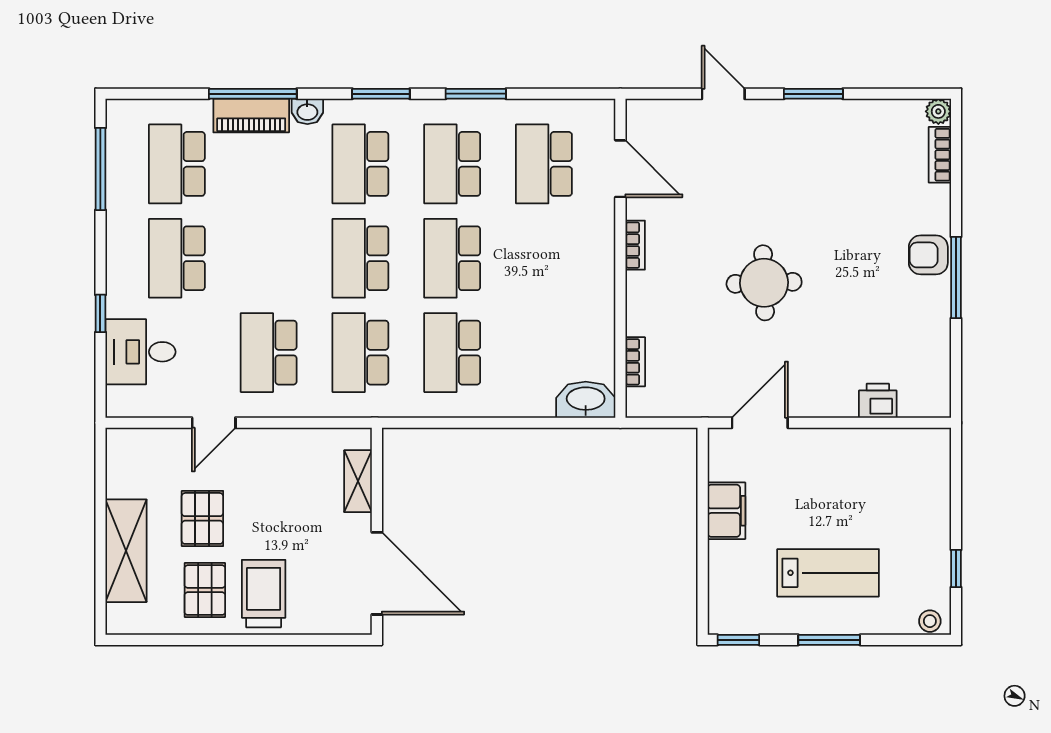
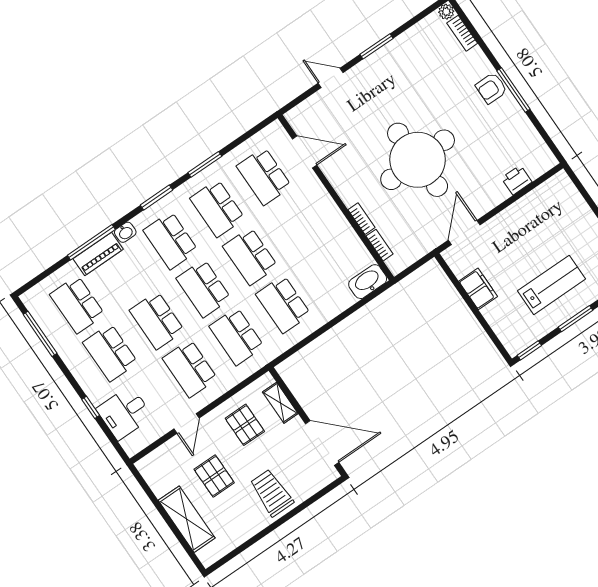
bookcase: (635, 245) -> (361, 219), moved
school desk: (269, 258) -> (157, 320), added
round table: (764, 283) -> (418, 160), width x1.86, depth x1.86
pallet: (205, 590) -> (245, 425), moved

